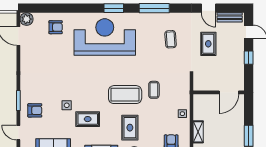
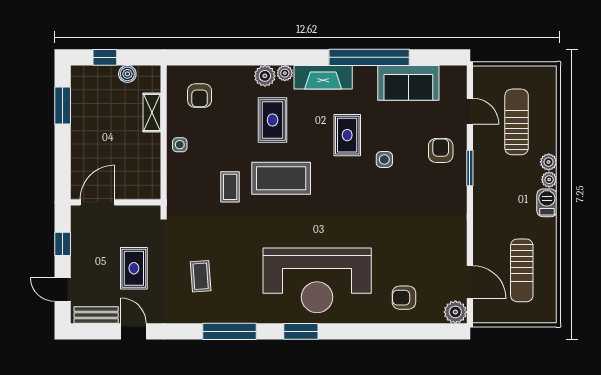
wall: (219, 92) -> (116, 202), moved
door: (229, 92) -> (97, 202), moved
armchair: (35, 110) -> (441, 150), turned 90
rug: (88, 119) -> (347, 135), turned 90

